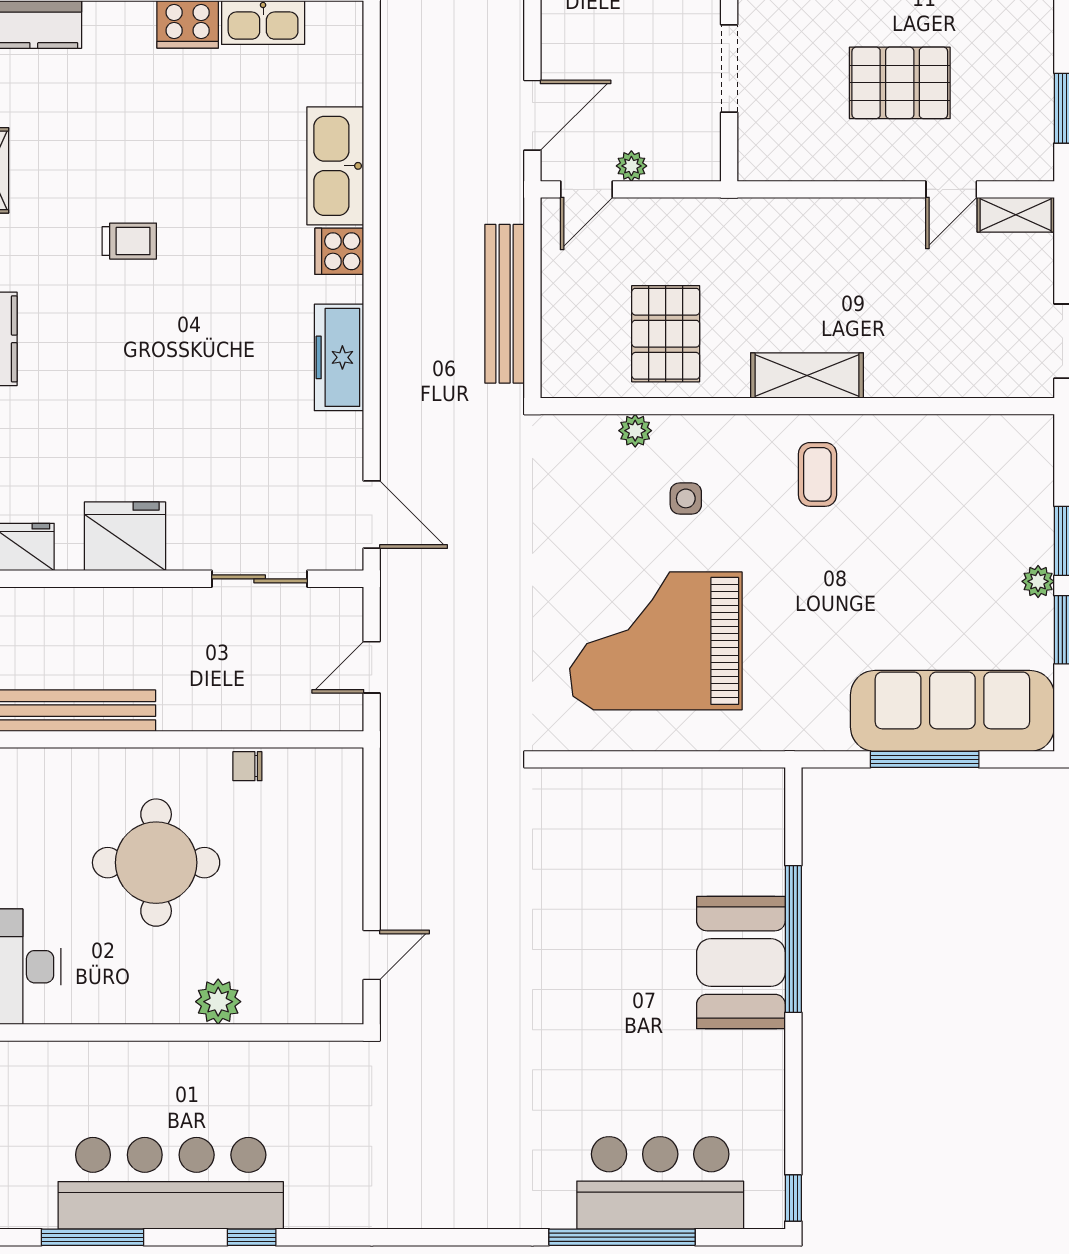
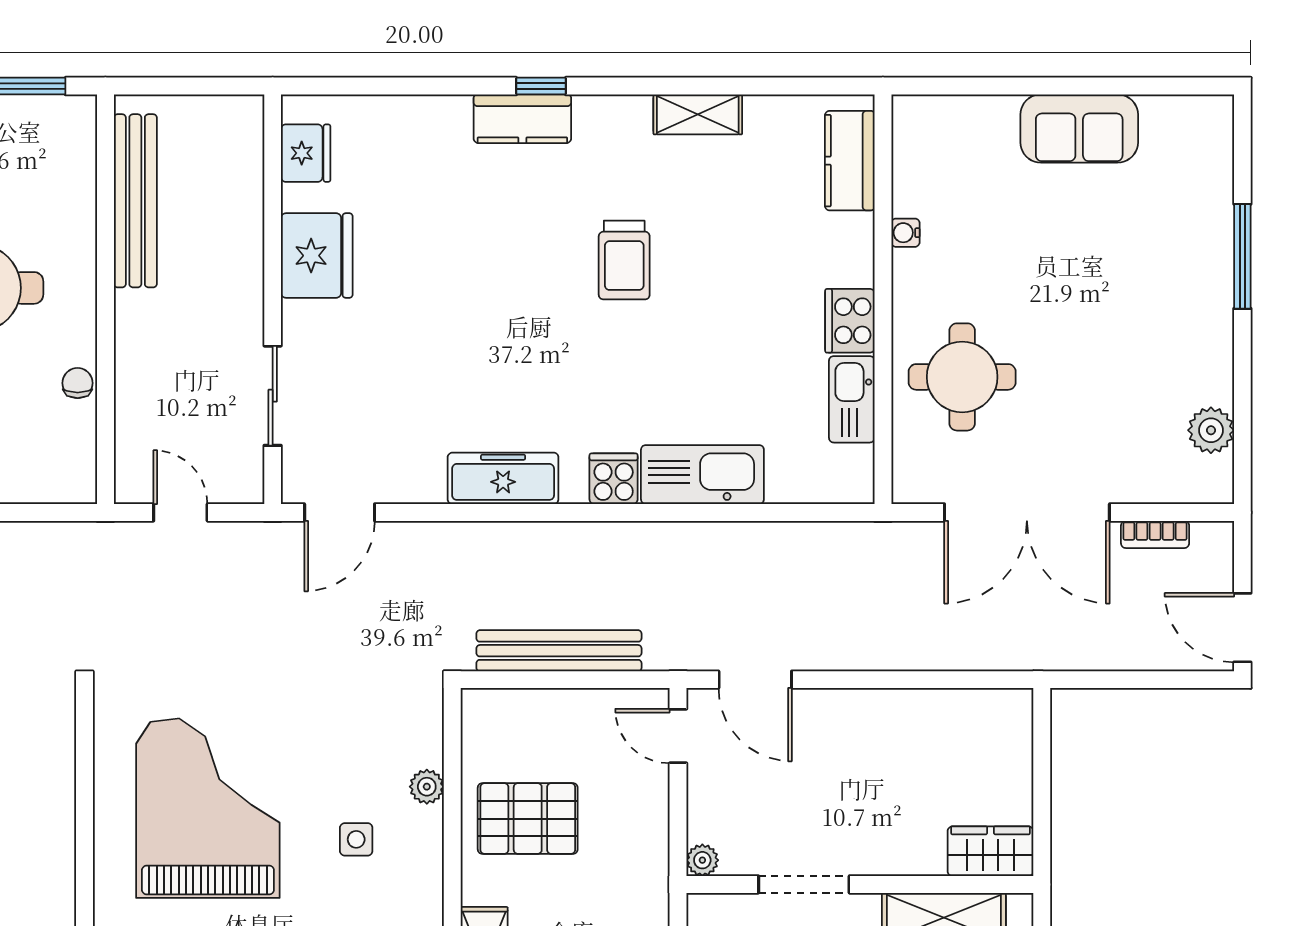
plant: (631, 166) -> (702, 860), moved
trolley: (129, 241) -> (624, 260), width x1.36, depth x1.39

